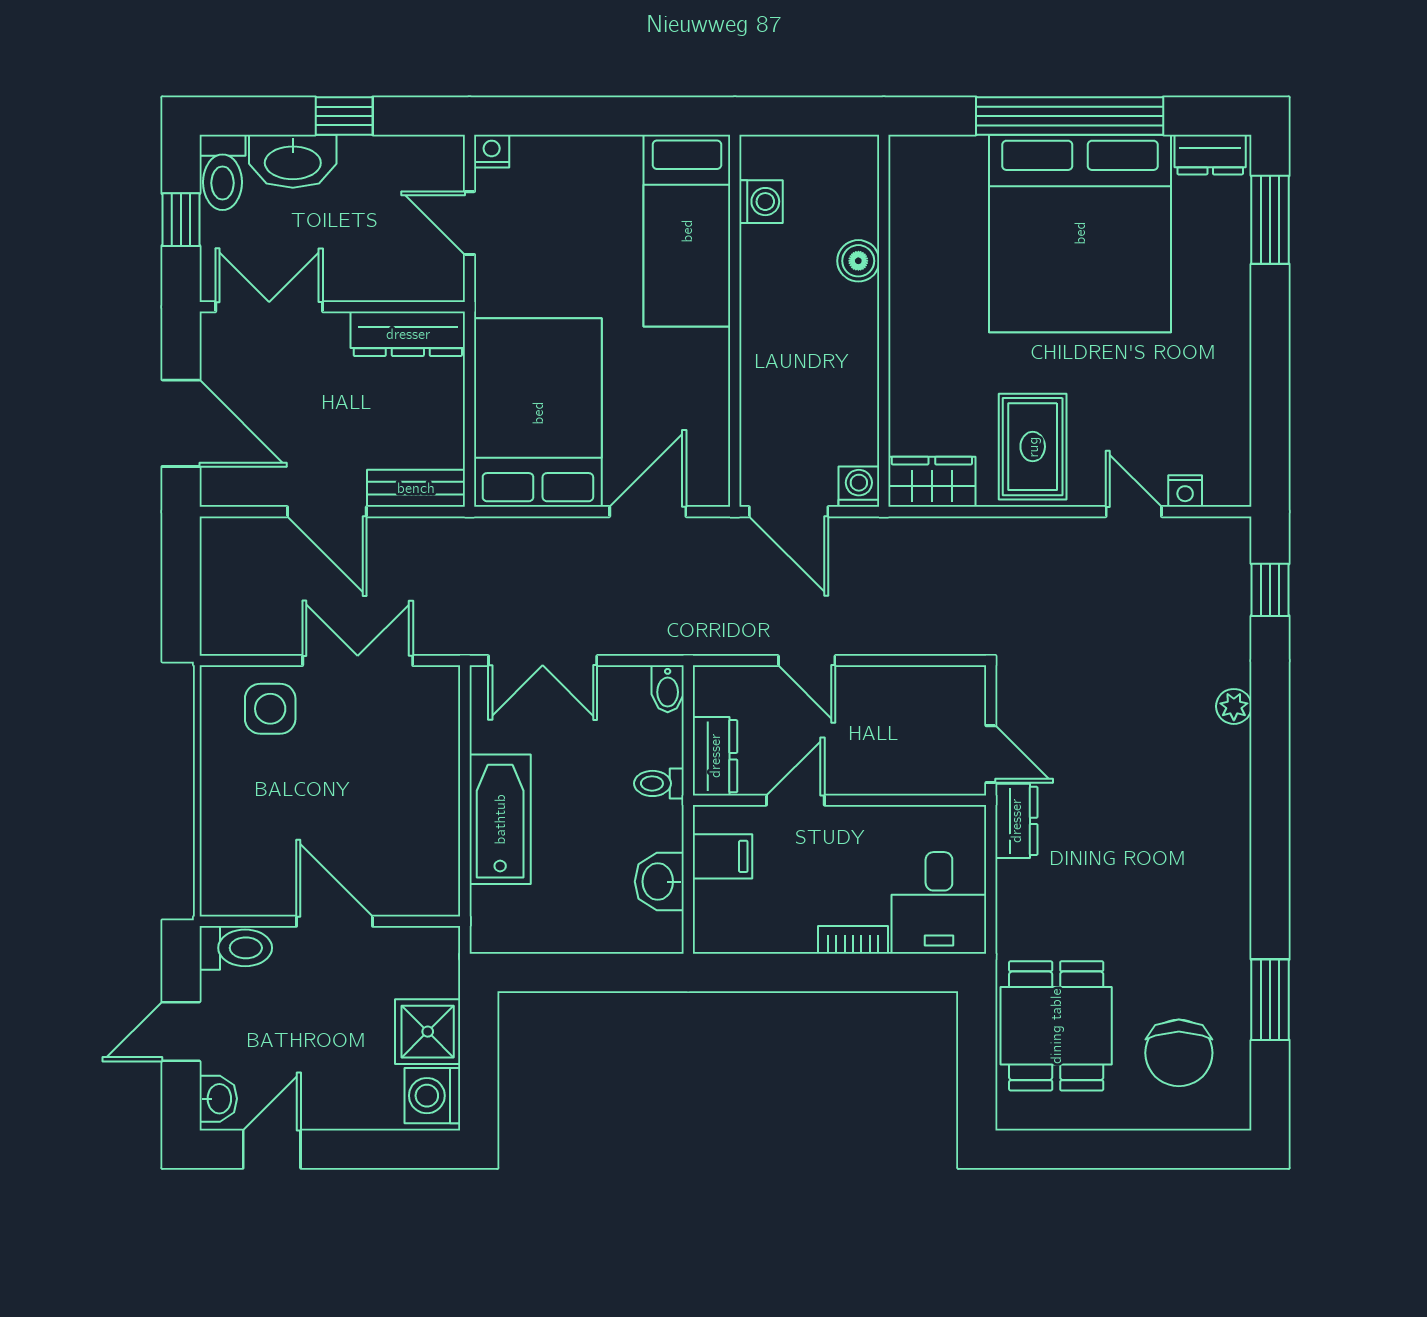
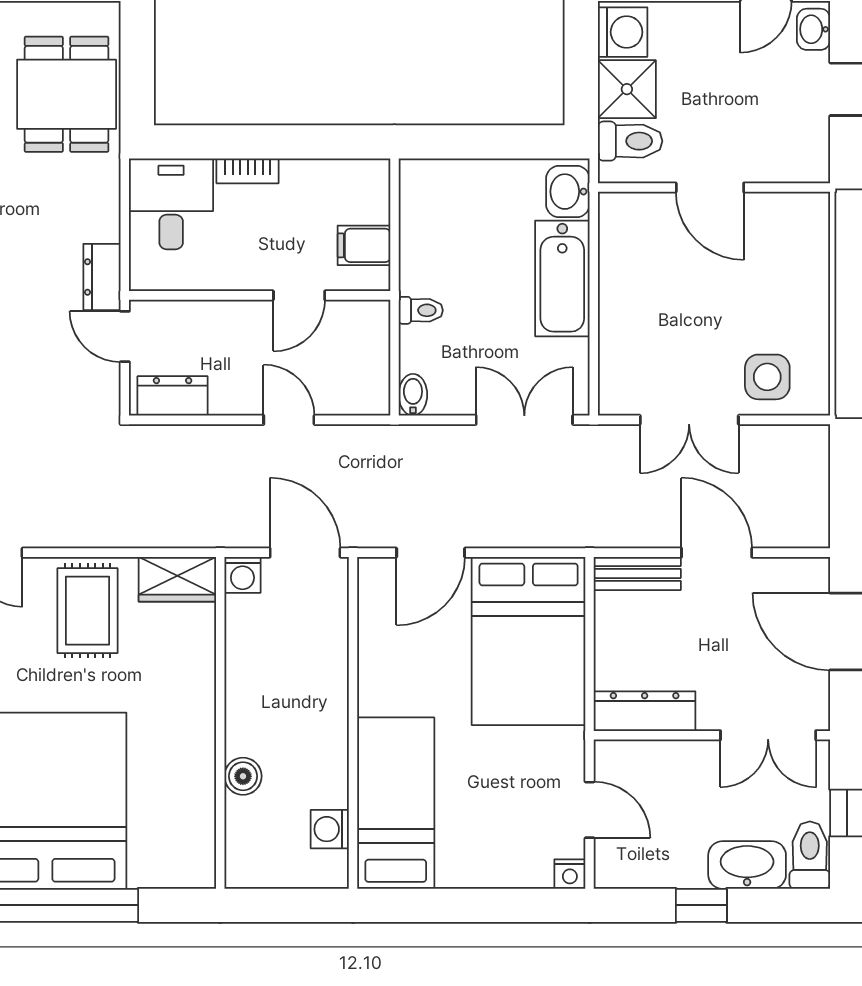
dresser: (715, 756) -> (173, 396), moved, turned 90
washbasin: (659, 882) -> (568, 192), moved, turned 180
toilet: (236, 948) -> (630, 141), moved, turned 180

